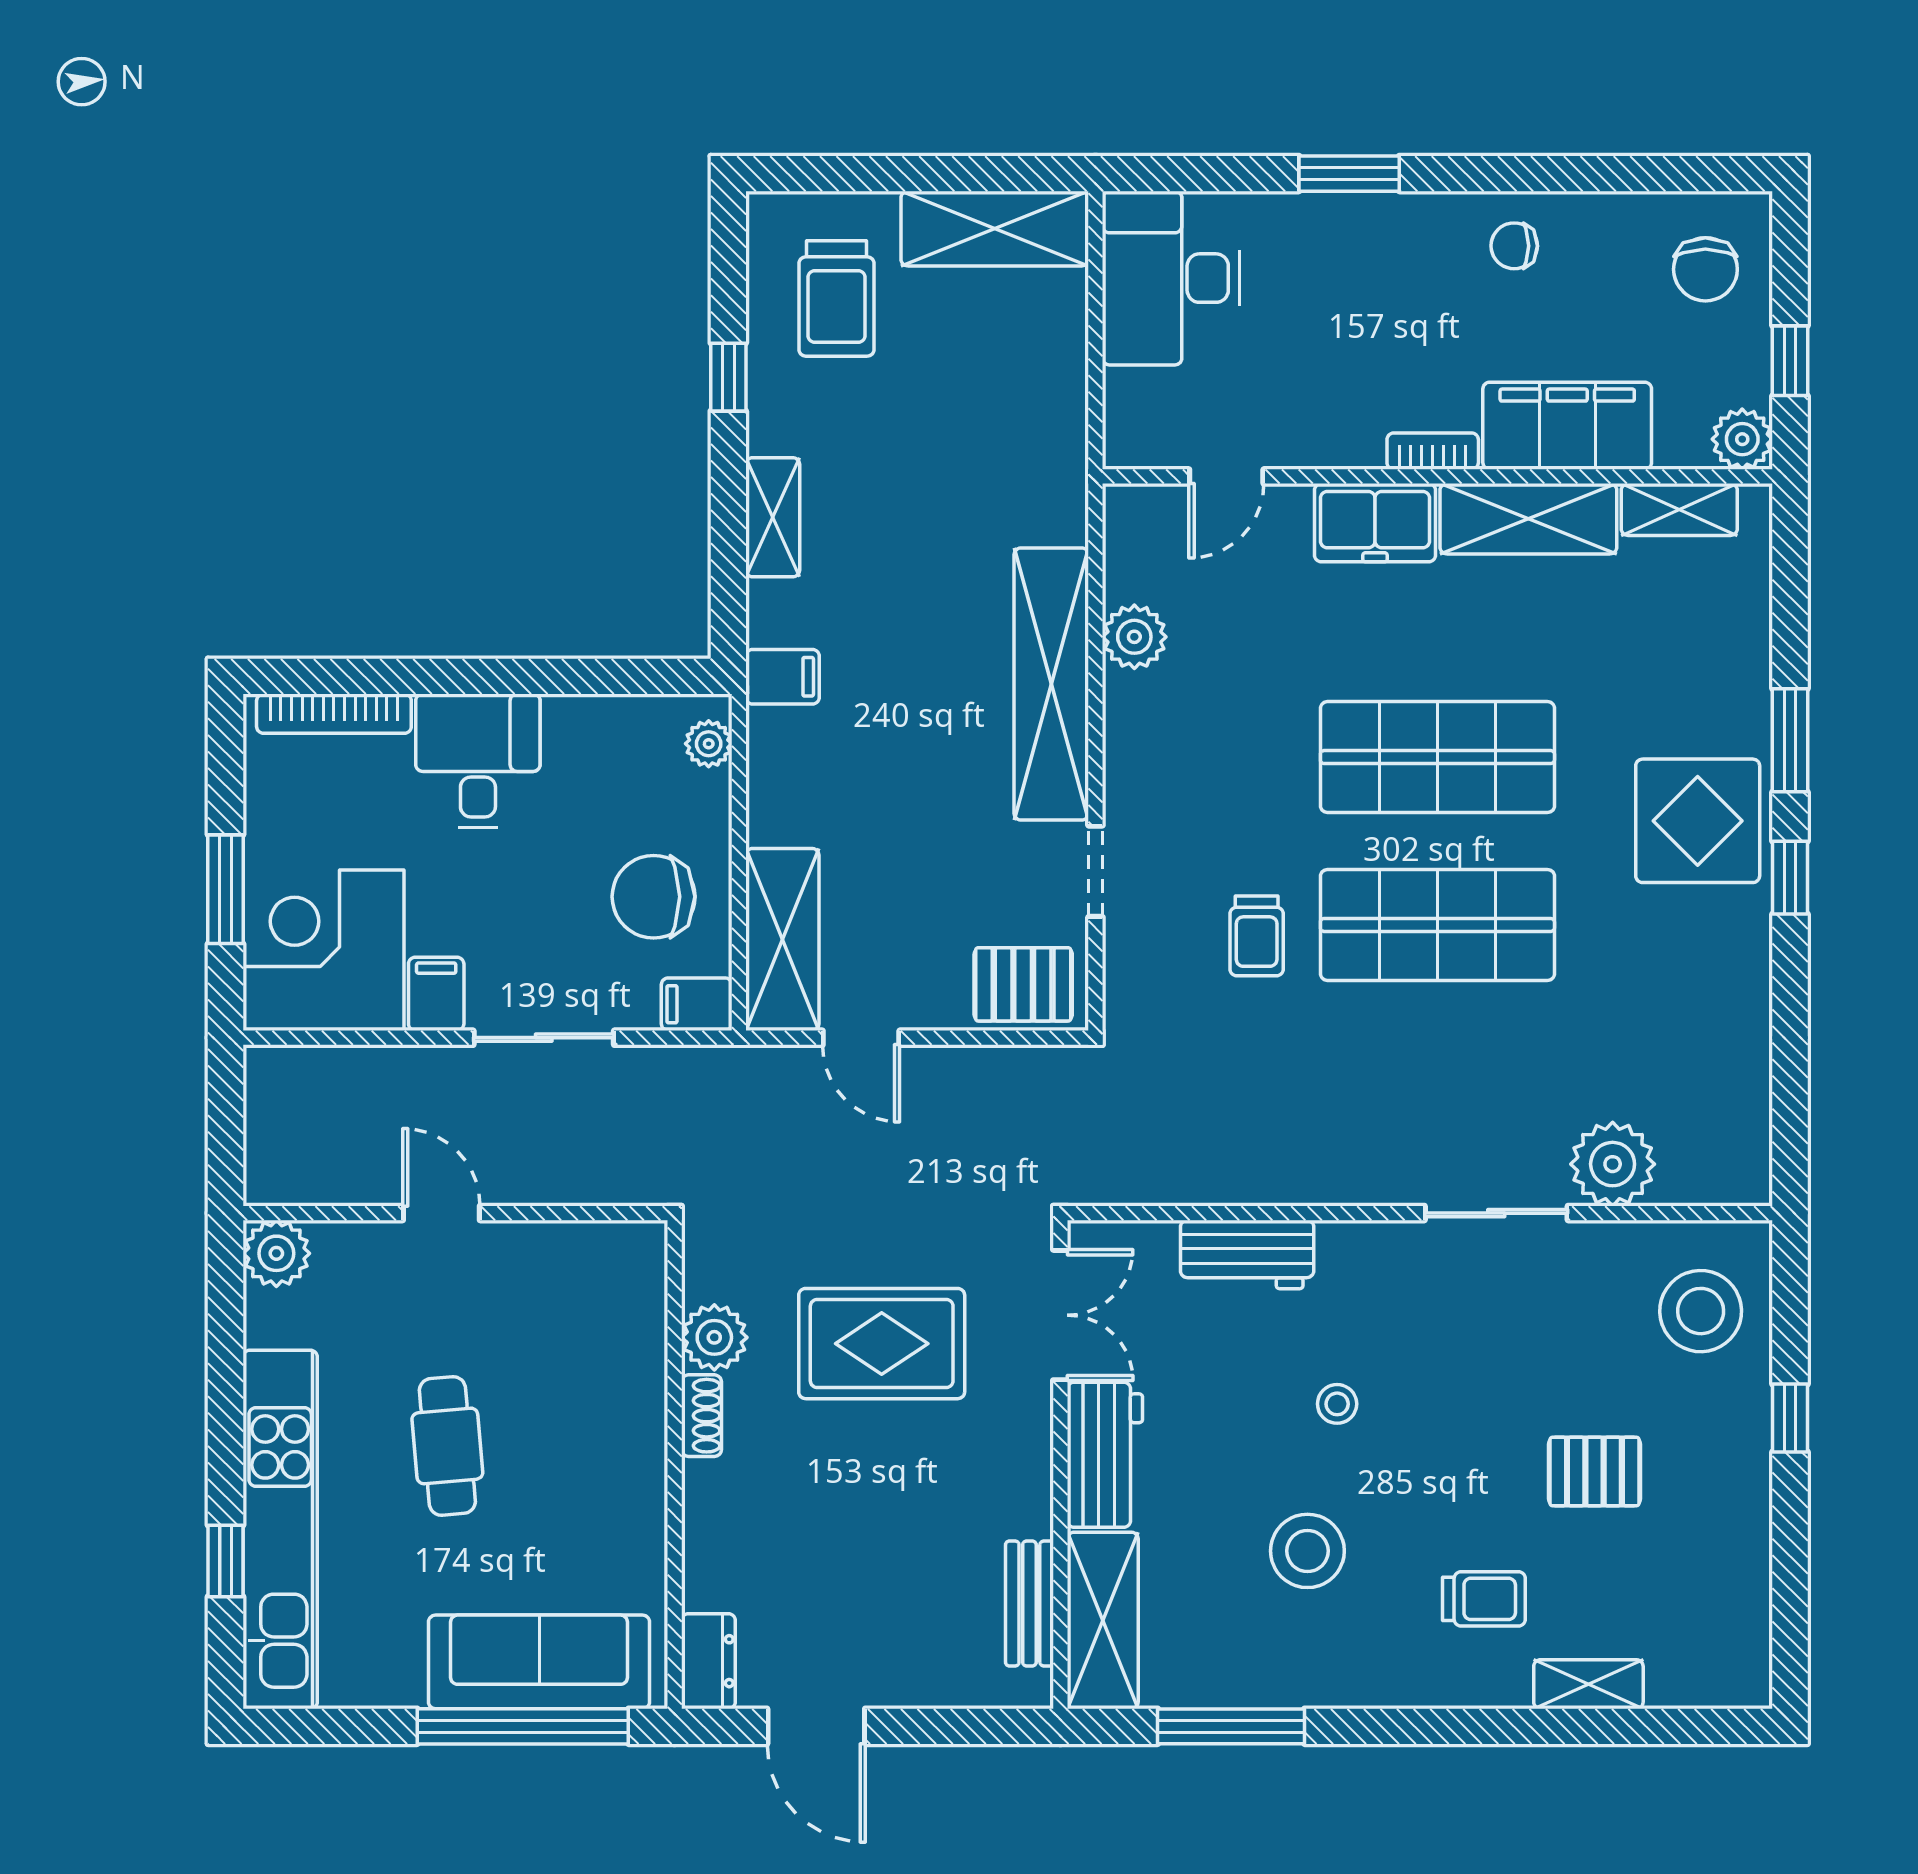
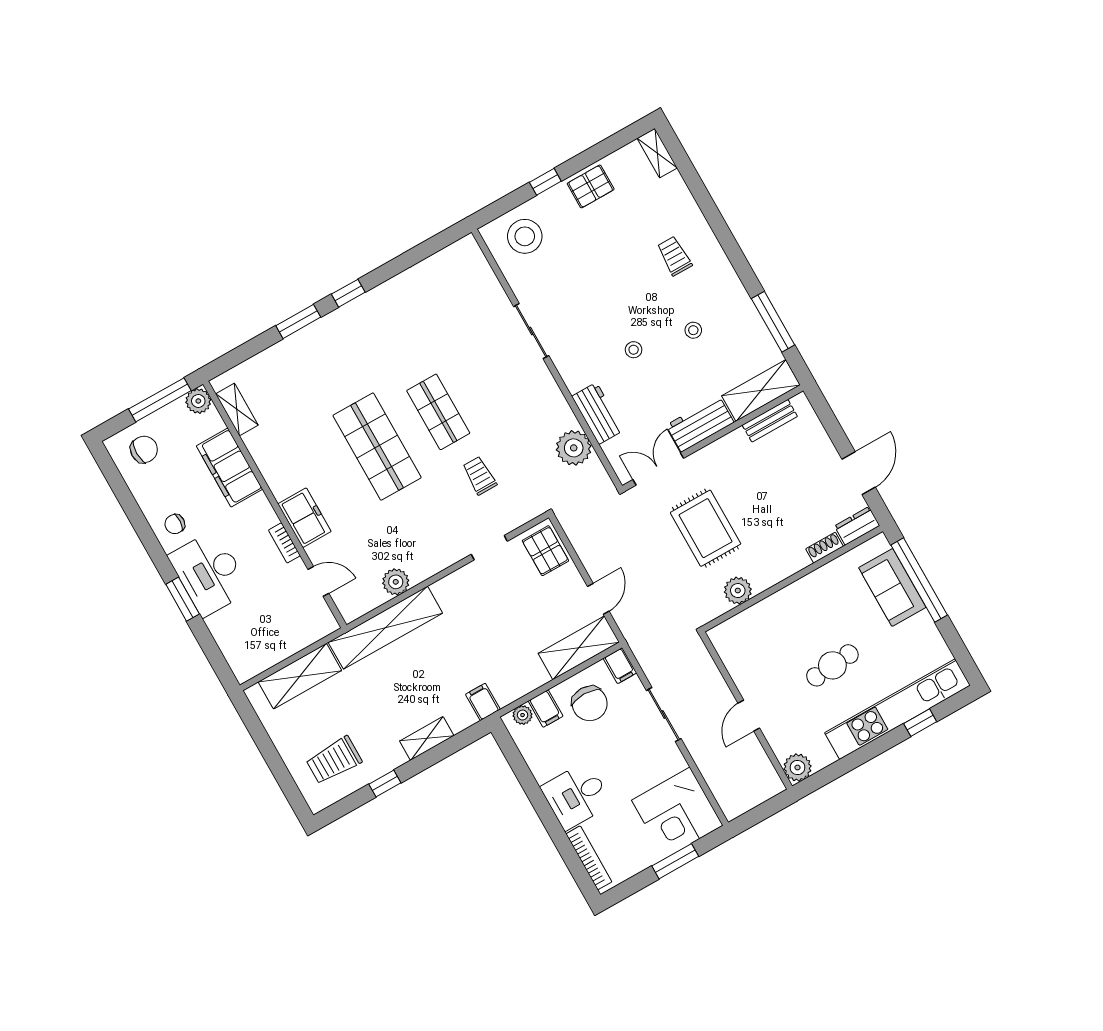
shelving: (995, 229) -> (300, 676), moved, turned 90
chair: (1514, 246) -> (175, 524), turned 94
desk: (1171, 278) -> (209, 573), moved, turned 90
trolley: (836, 298) -> (334, 760), turned 180
window: (1790, 361) -> (160, 400), width x2.17
bookcase: (1433, 451) -> (284, 543), moved
shelving: (1528, 519) -> (271, 463), removed
shelving: (1051, 684) -> (385, 628), moved
display table: (1698, 821) -> (347, 339), removed
shop shelf: (1437, 925) -> (438, 412), width x0.70, depth x0.74
trolley: (1257, 936) -> (480, 476), turned -90
filing cabinet: (436, 994) -> (546, 709), moved, turned -90
plant: (1613, 1164) -> (574, 448), moved
shoe rack: (701, 1416) -> (825, 548), moved
pallet: (1594, 1472) -> (591, 186), moved, turned 90
stool: (1307, 1551) -> (693, 330), width x0.53, depth x0.53
sofa: (539, 1662) -> (892, 587), width x0.73
shelving: (1588, 1684) -> (657, 153), moved

